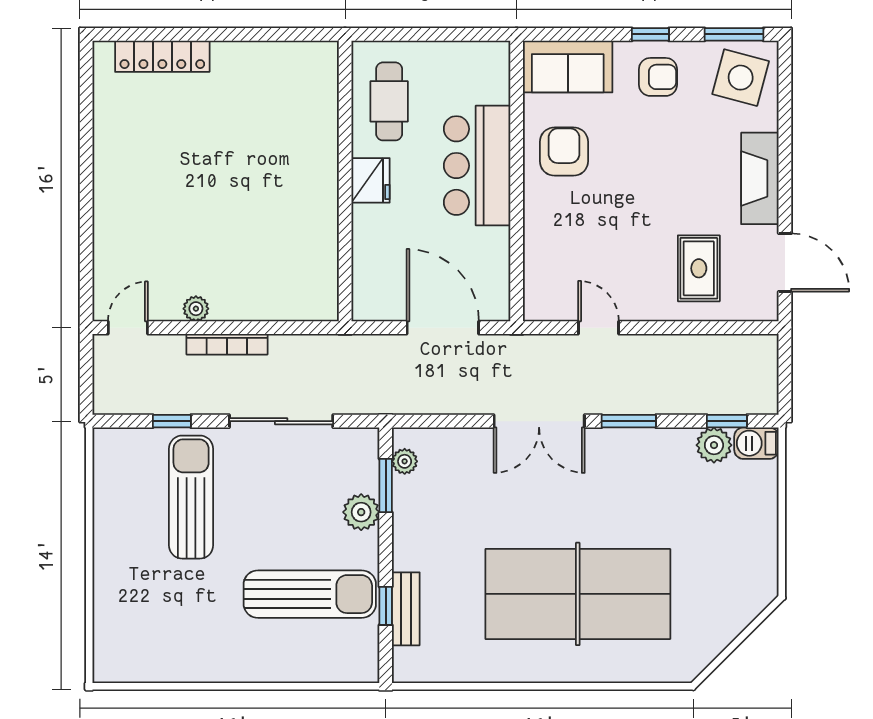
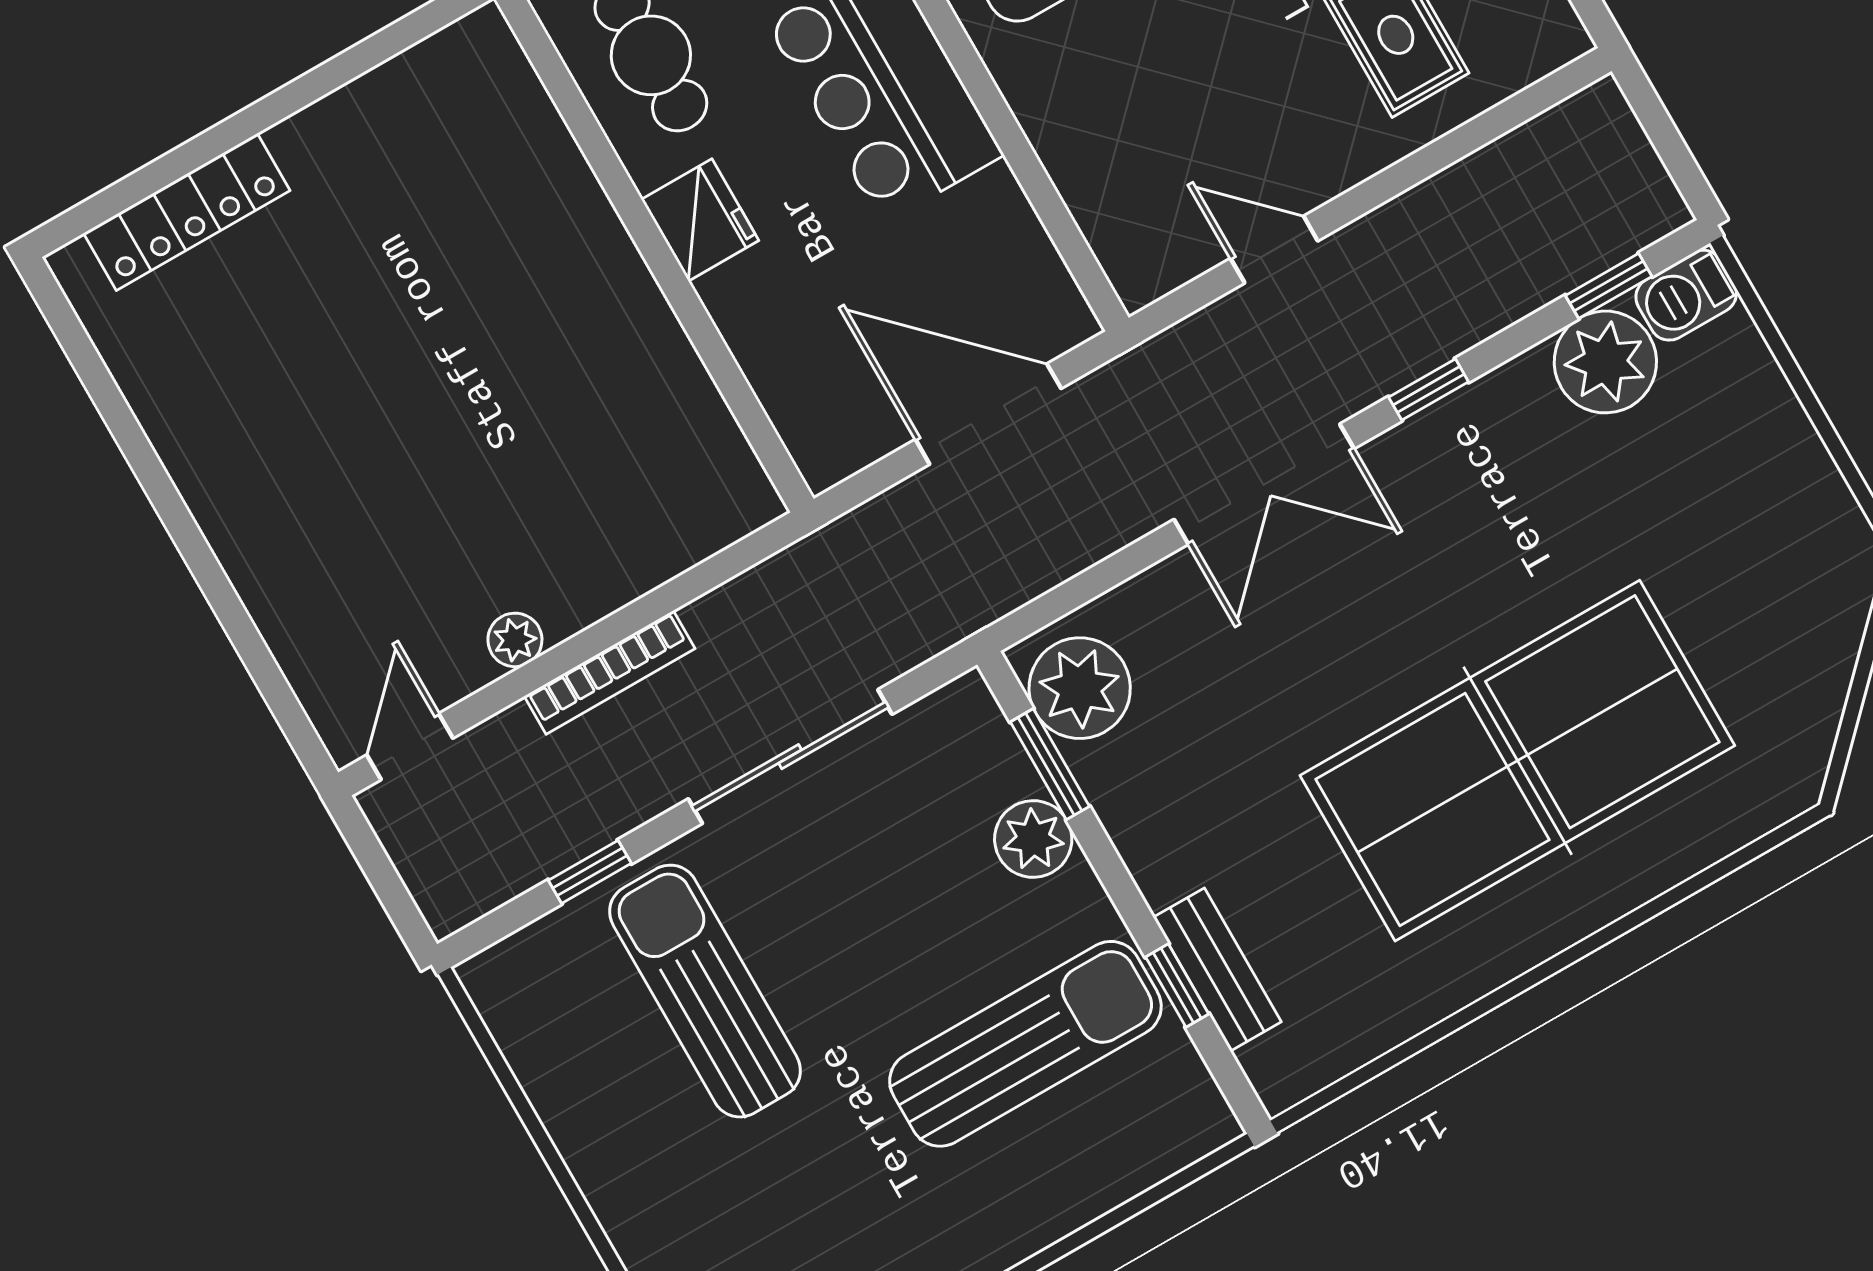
window: (629, 421) -> (1429, 389), width x0.67
plant: (714, 445) -> (1605, 362), width x1.36, depth x1.36
plant: (405, 461) -> (1080, 688), width x1.87, depth x1.87

